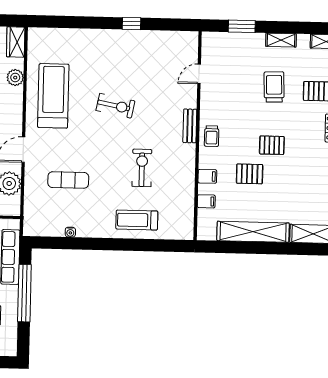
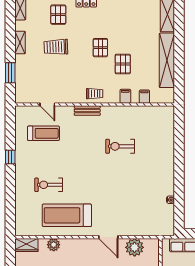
exercise bike: (115, 106) -> (49, 185), moved, turned -101
exercise mat: (68, 180) -> (131, 202), removed
treadmill: (137, 220) -> (43, 133), moved, turned -90

